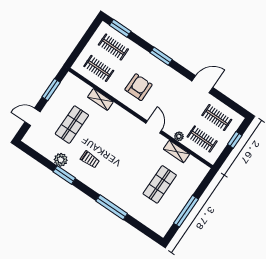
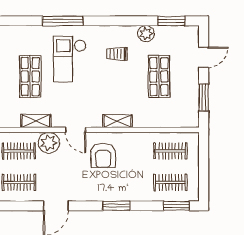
armchair: (139, 87) -> (103, 156), moved
shelving: (100, 99) -> (118, 121), moved
plant: (179, 136) -> (49, 143), width x1.88, depth x1.88
window: (64, 175) -> (171, 21), moved
checkout: (125, 178) -> (70, 59), added

